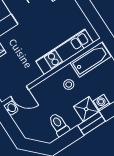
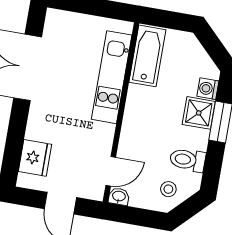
stool: (69, 85) -> (168, 189), moved

